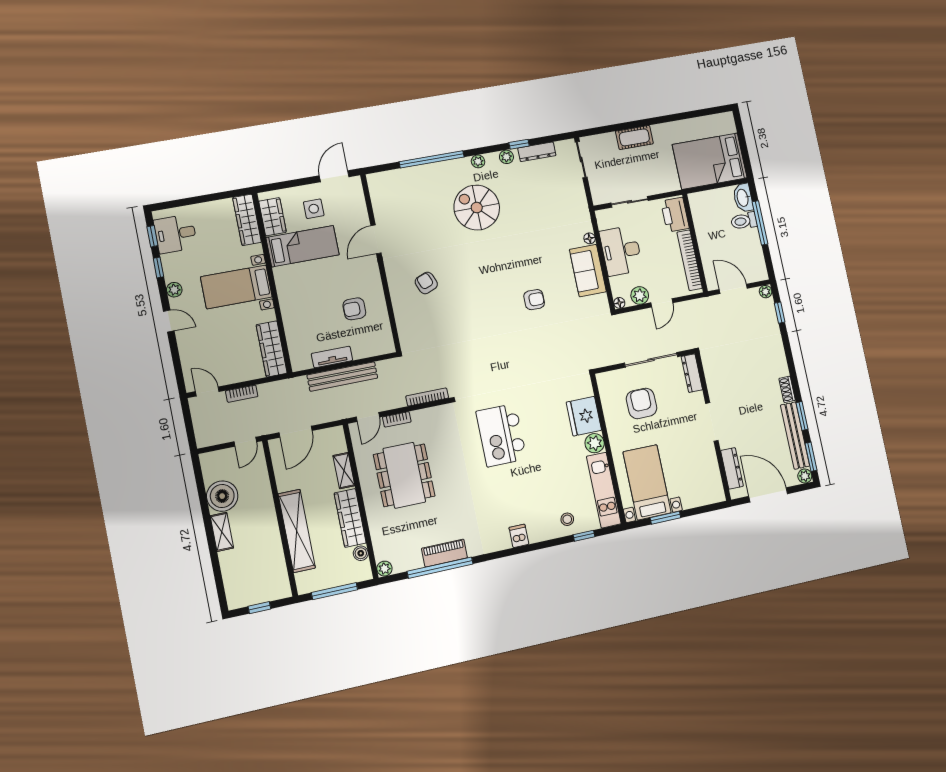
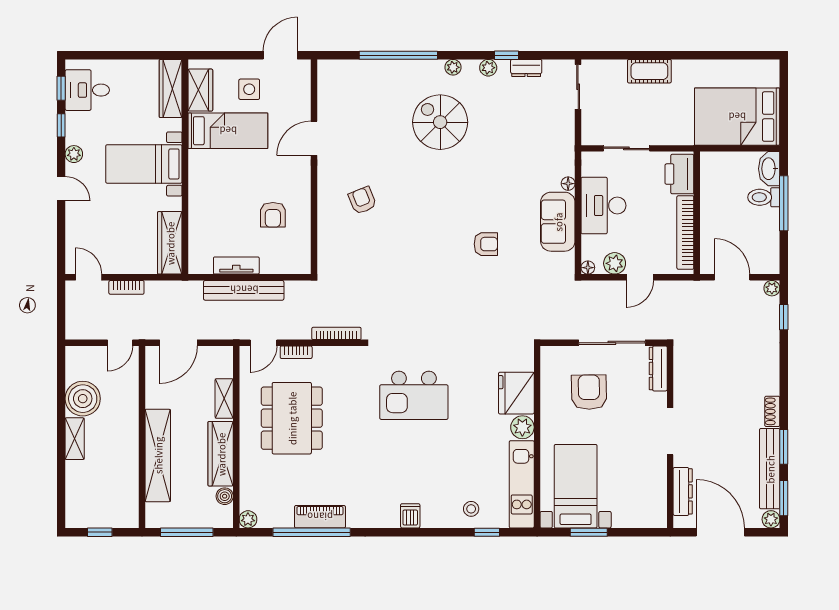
dresser: (537, 152) -> (526, 68), width x0.70
armchair: (354, 309) -> (273, 215), turned -90
kitchen island: (501, 435) -> (414, 395), turned -90

